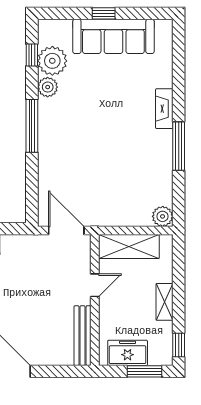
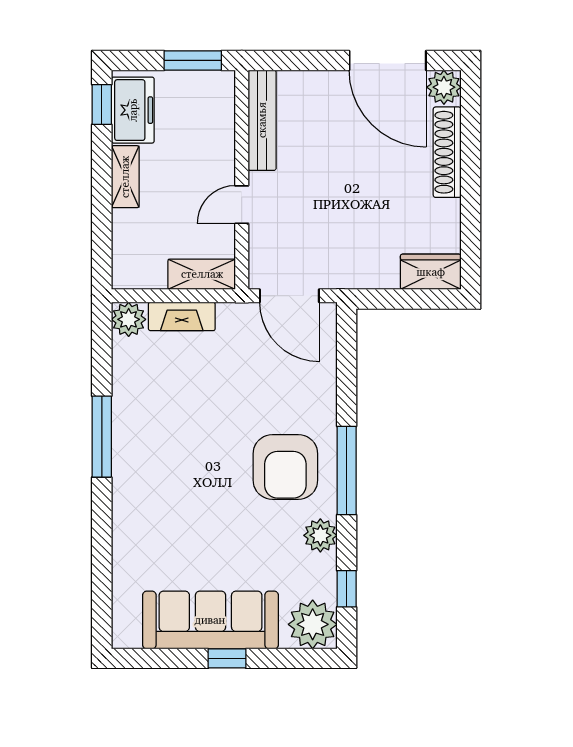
plant: (52, 61) -> (313, 624), moved
fireplace: (164, 109) -> (182, 316), moved, turned 90
armchair: (69, 128) -> (285, 467), added
shelving: (129, 246) -> (202, 274), width x0.67, depth x0.75
freezer: (128, 353) -> (133, 110), moved, turned -90
window: (145, 371) -> (193, 60), moved

